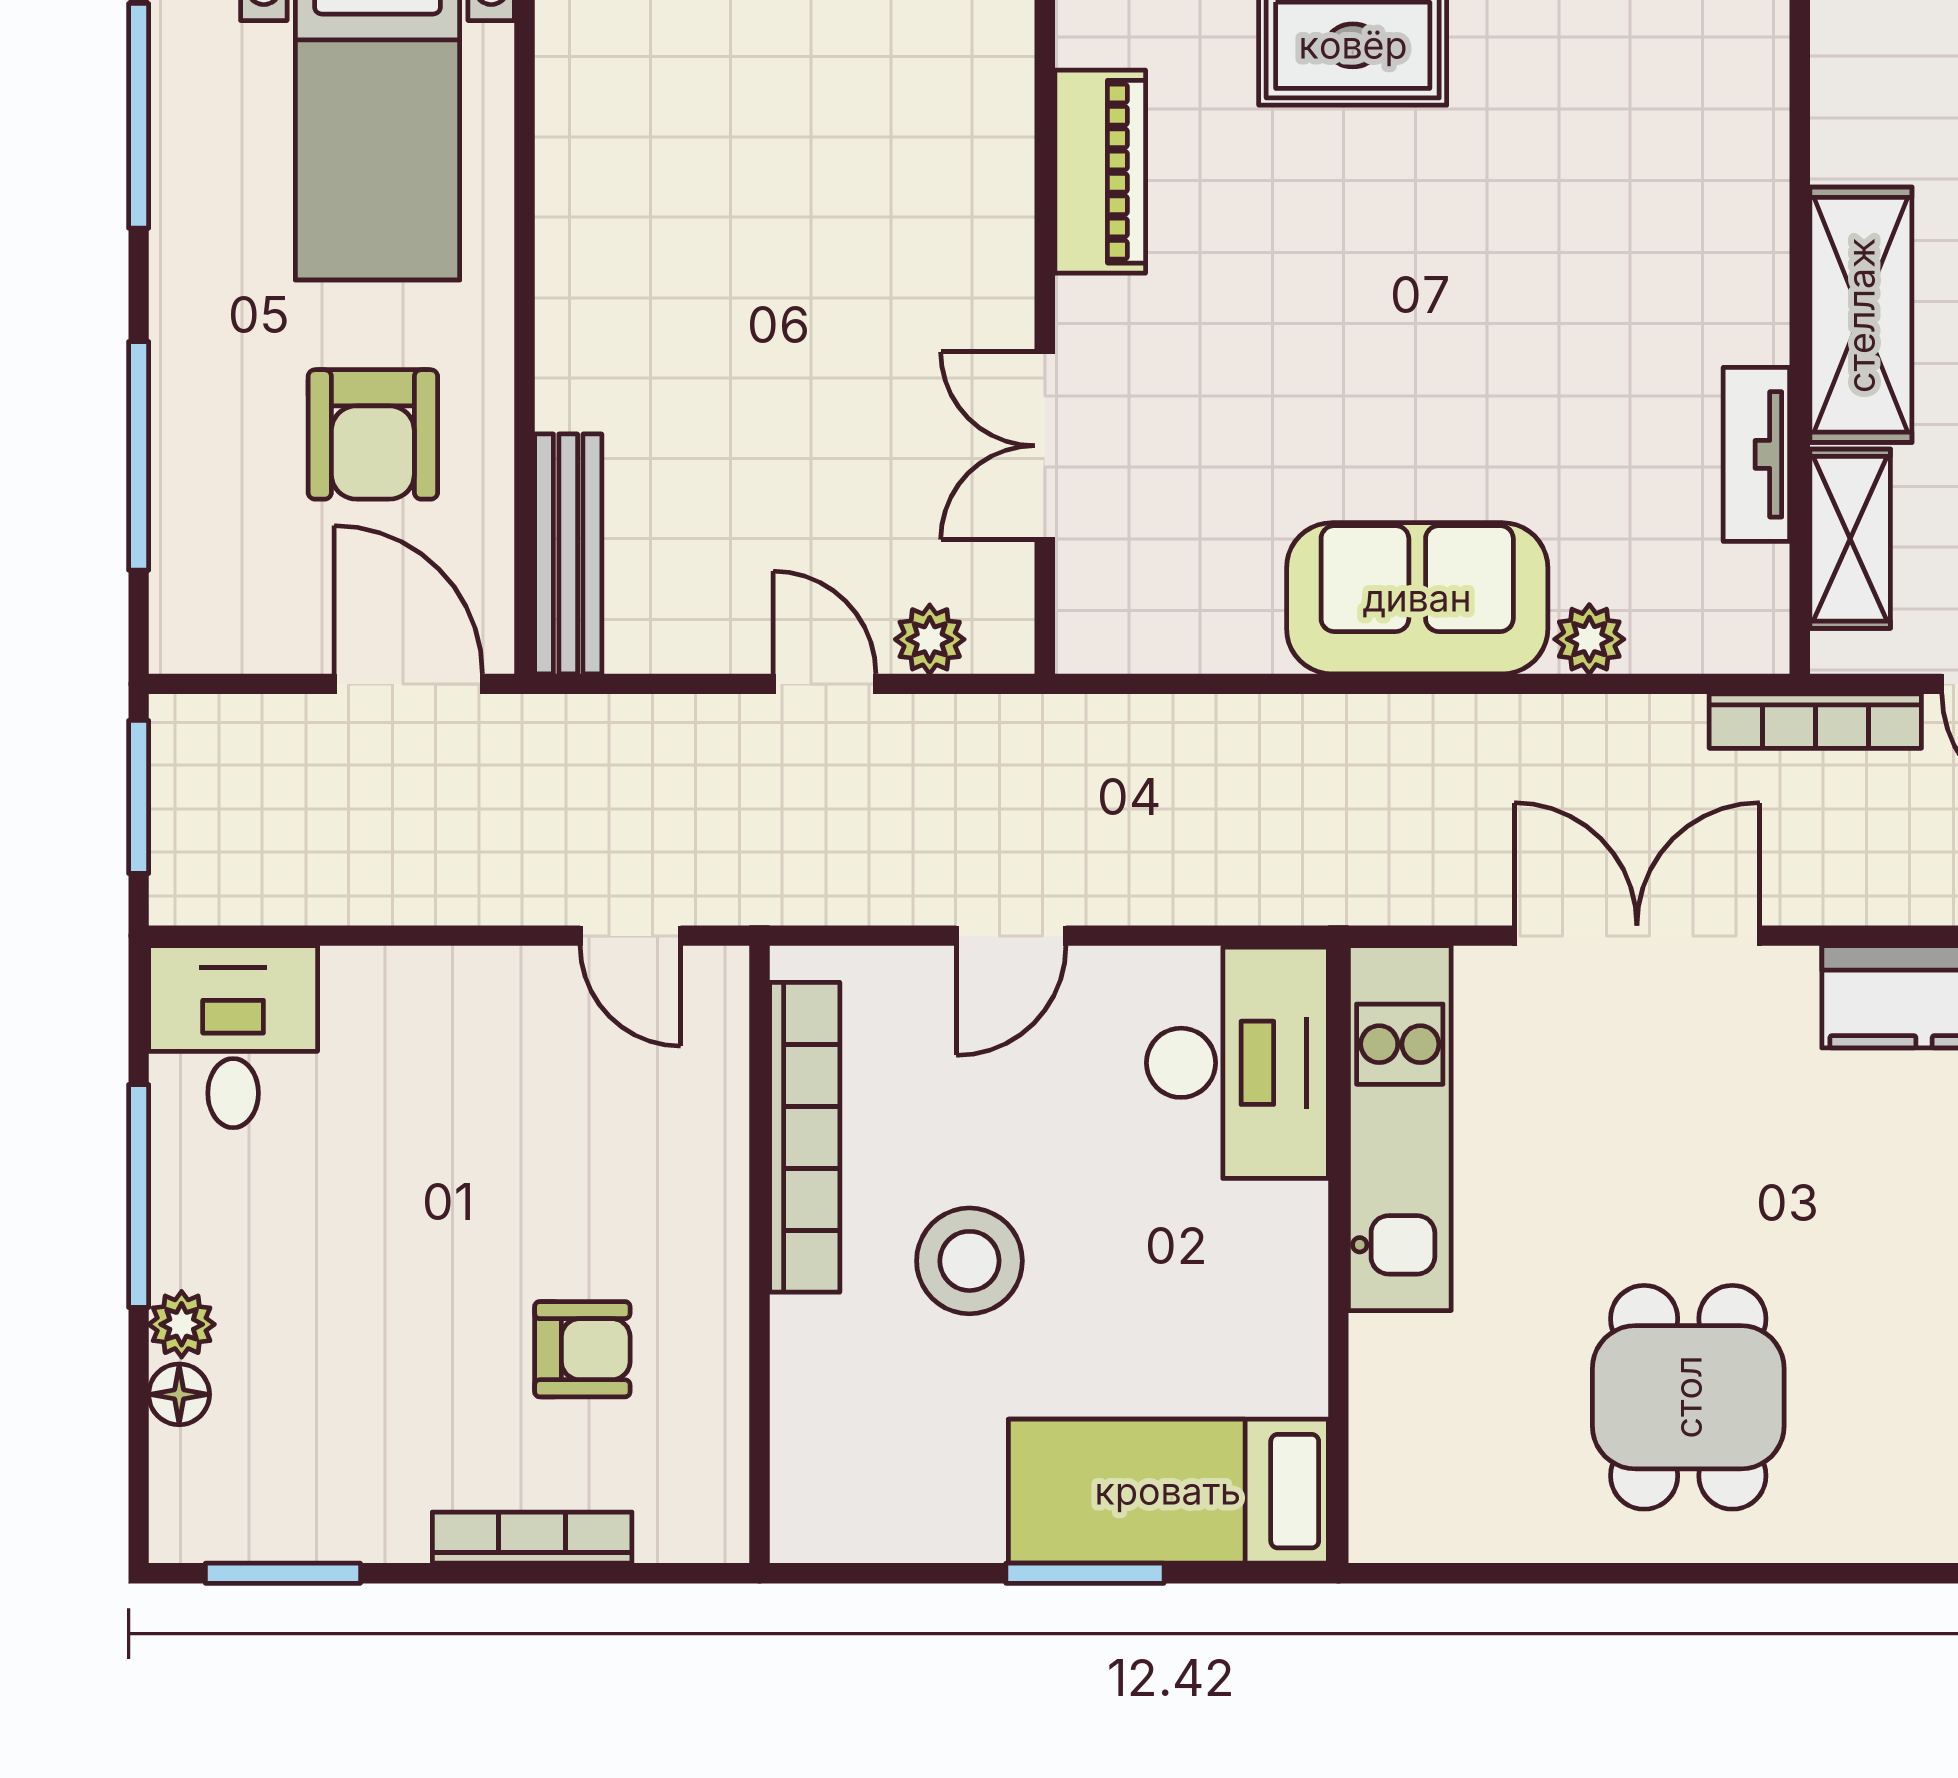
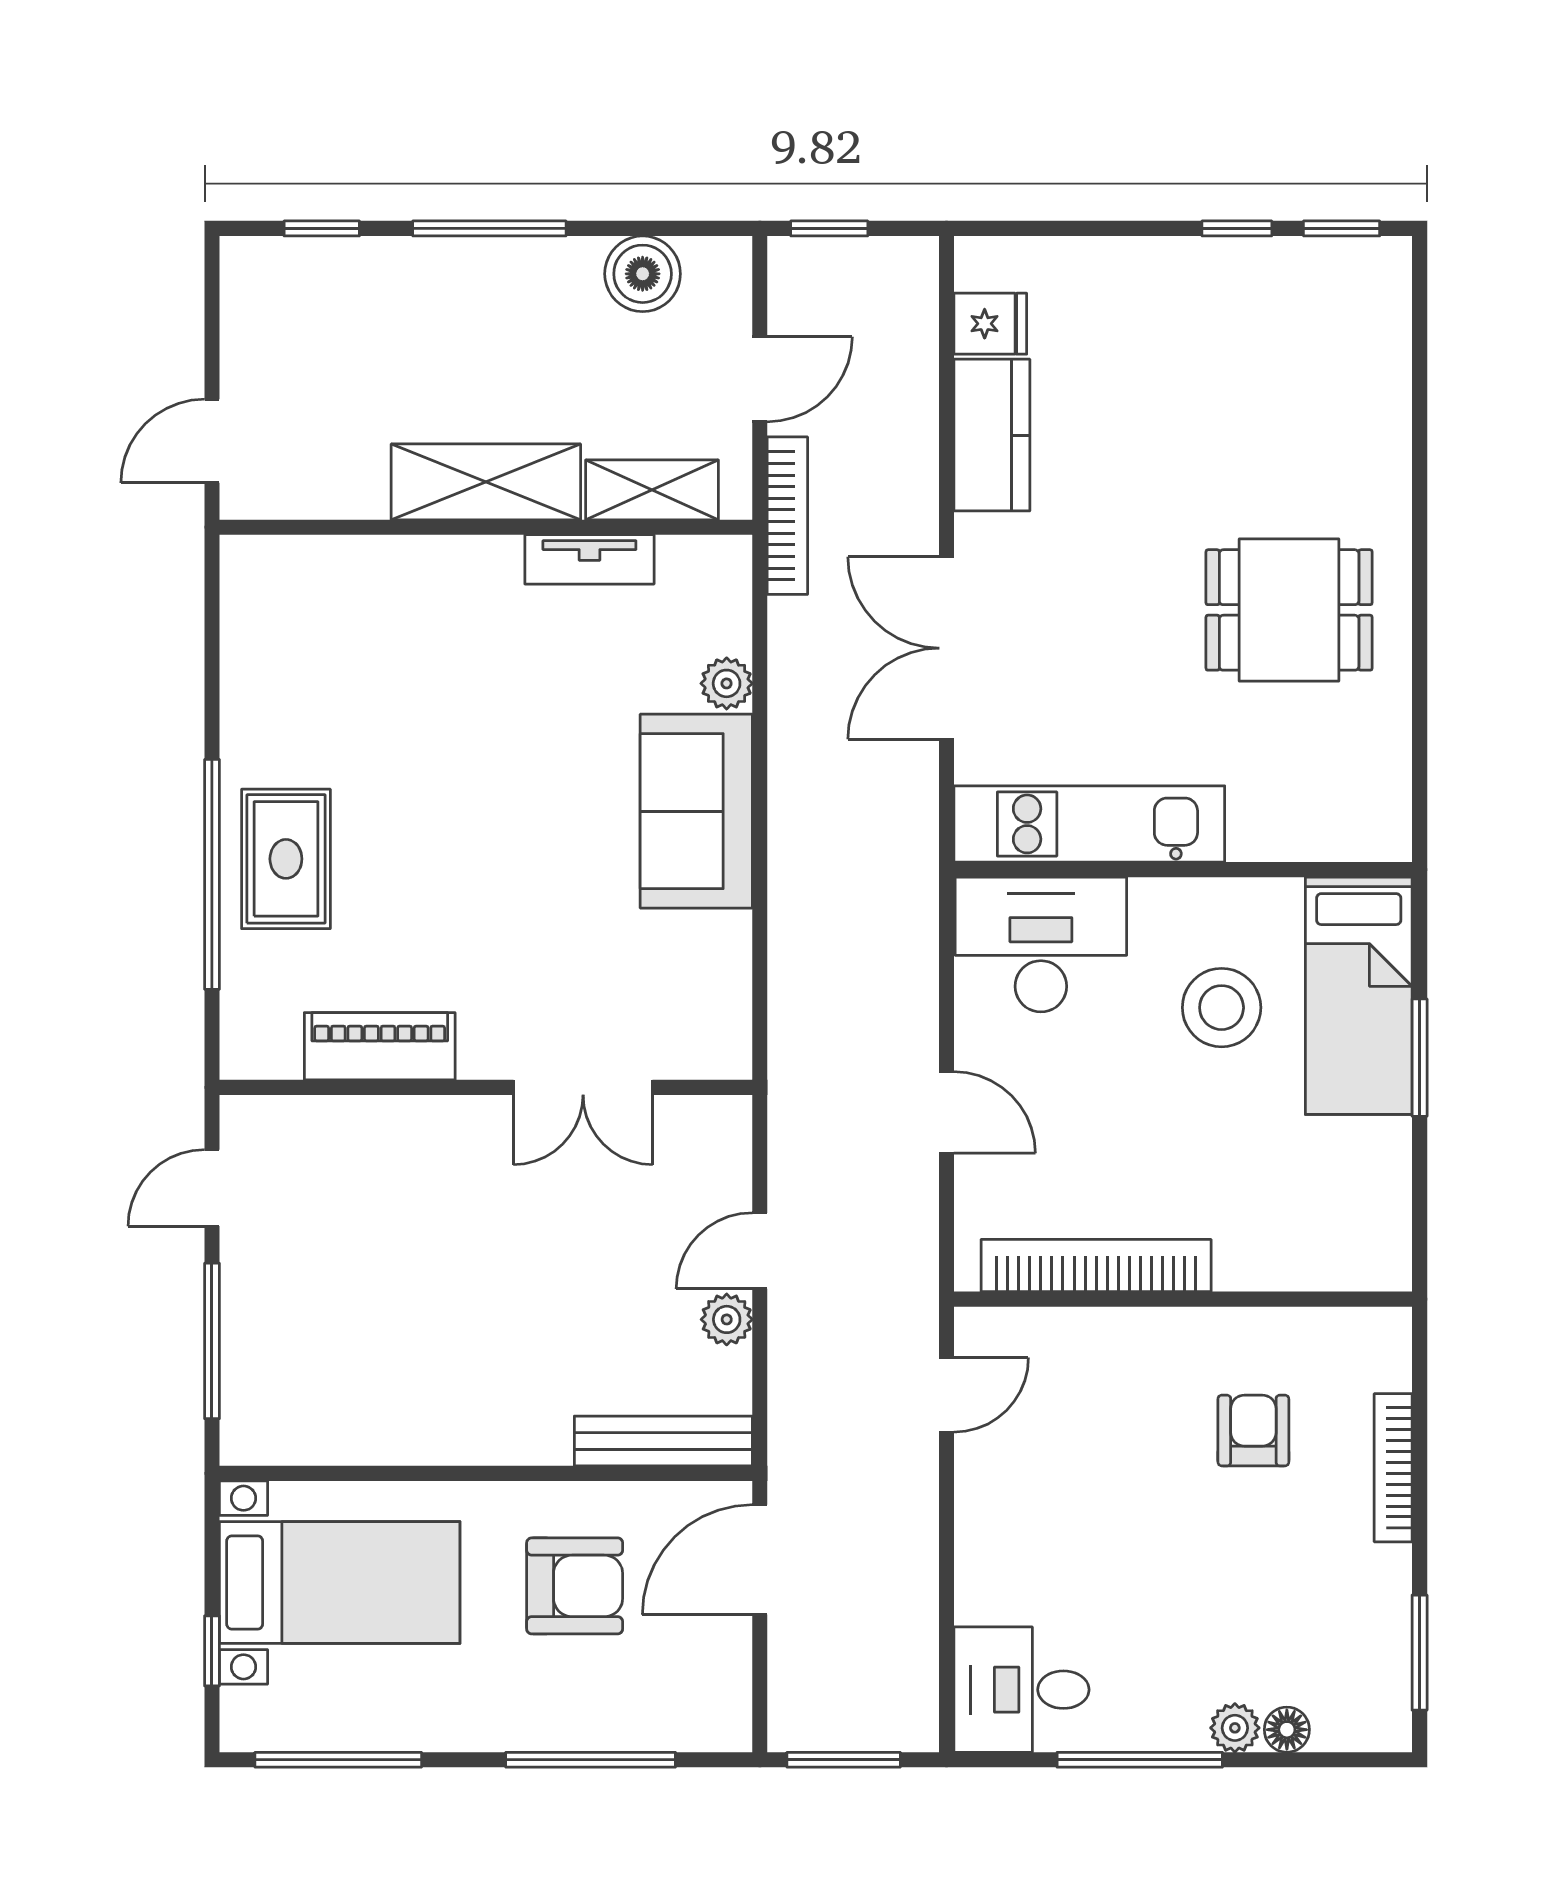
plant: (930, 639) -> (727, 1319), moved
stool: (969, 1261) -> (1222, 1008), moved

